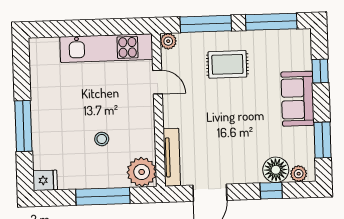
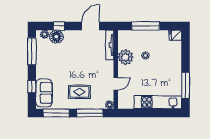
kitchen unit: (106, 48) -> (158, 102), moved
door: (157, 82) -> (116, 84), swing flipped
sofa: (298, 99) -> (44, 93), moved
window: (23, 126) -> (186, 85), moved
window: (322, 140) -> (32, 51), width x1.44
plant: (142, 172) -> (125, 57), moved

